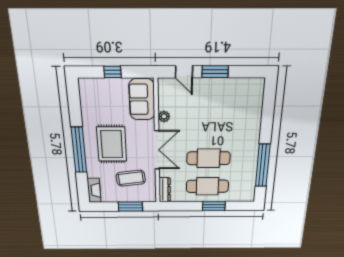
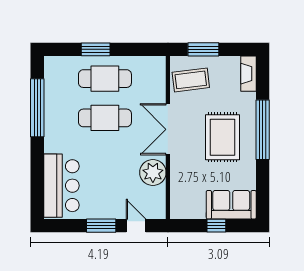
sofa: (142, 99) -> (231, 205), moved, turned -90
bar counter: (248, 105) -> (61, 186), added
plant: (164, 116) -> (153, 172), width x1.87, depth x1.87
coffee table: (131, 178) -> (191, 80), moved
dresser: (165, 190) -> (159, 74), removed

